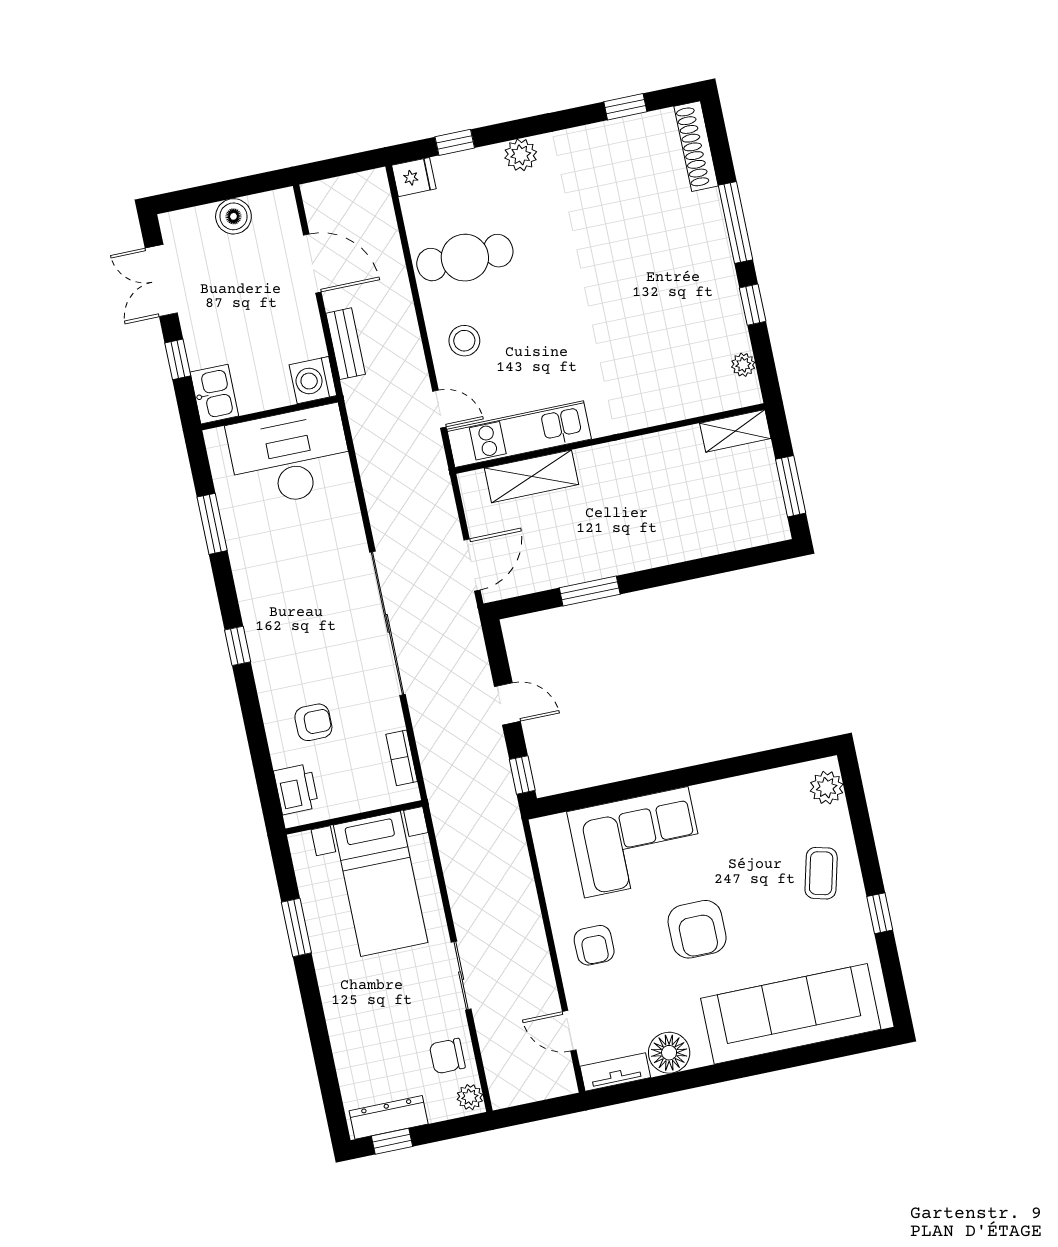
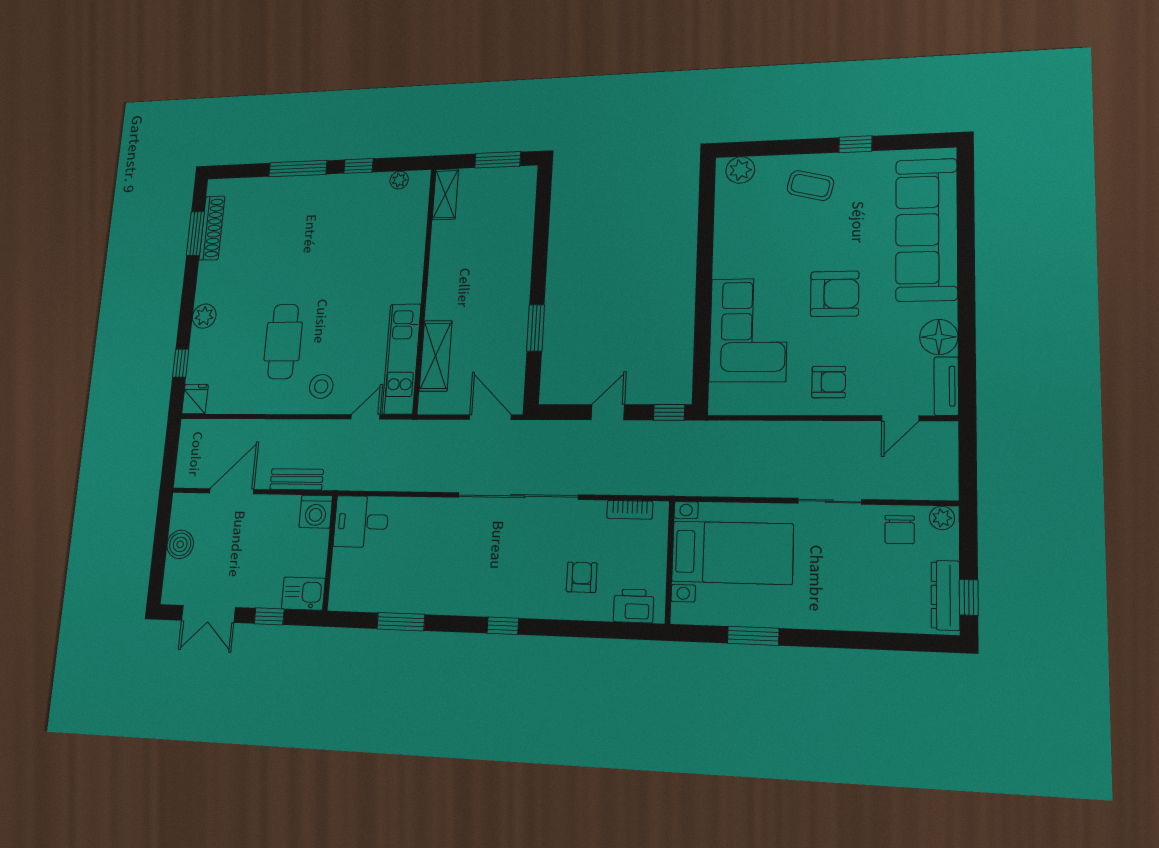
window: (625, 107) -> (195, 234), width x1.50
shoe rack: (696, 146) -> (212, 228), moved, turned -90
cafe table: (465, 258) -> (283, 341), moved
desk: (290, 456) -> (361, 522), width x0.53, depth x0.77

